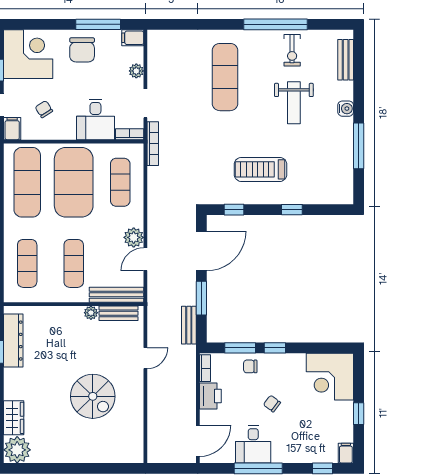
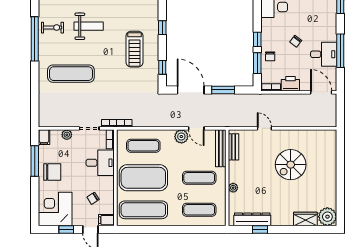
plant: (91, 313) -> (233, 188), moved
bench: (189, 325) -> (242, 99), removed
spiral stairs: (93, 396) -> (291, 165), turned 180

